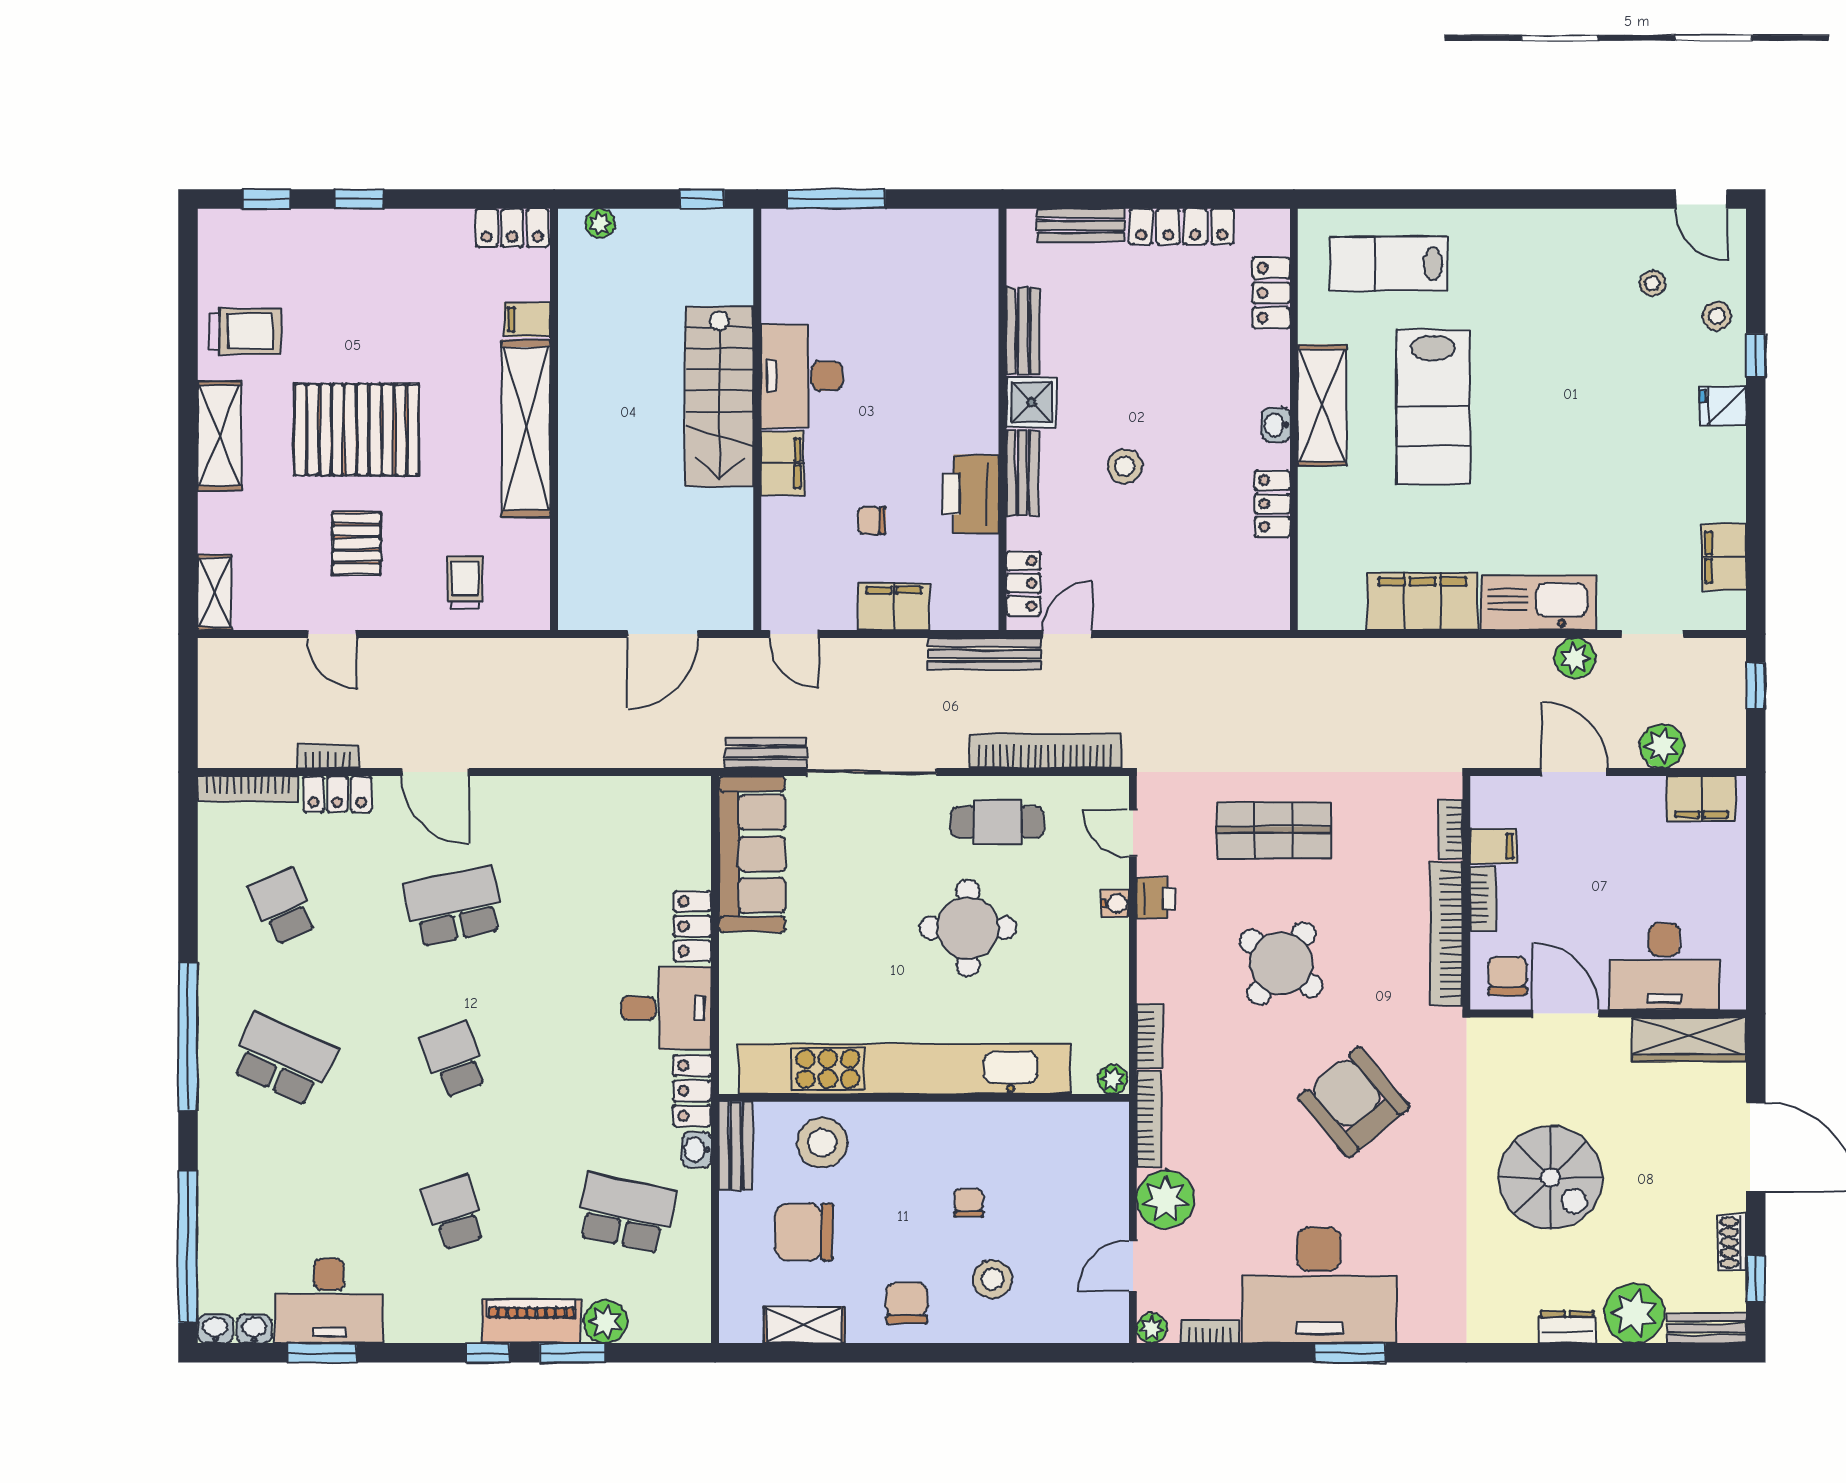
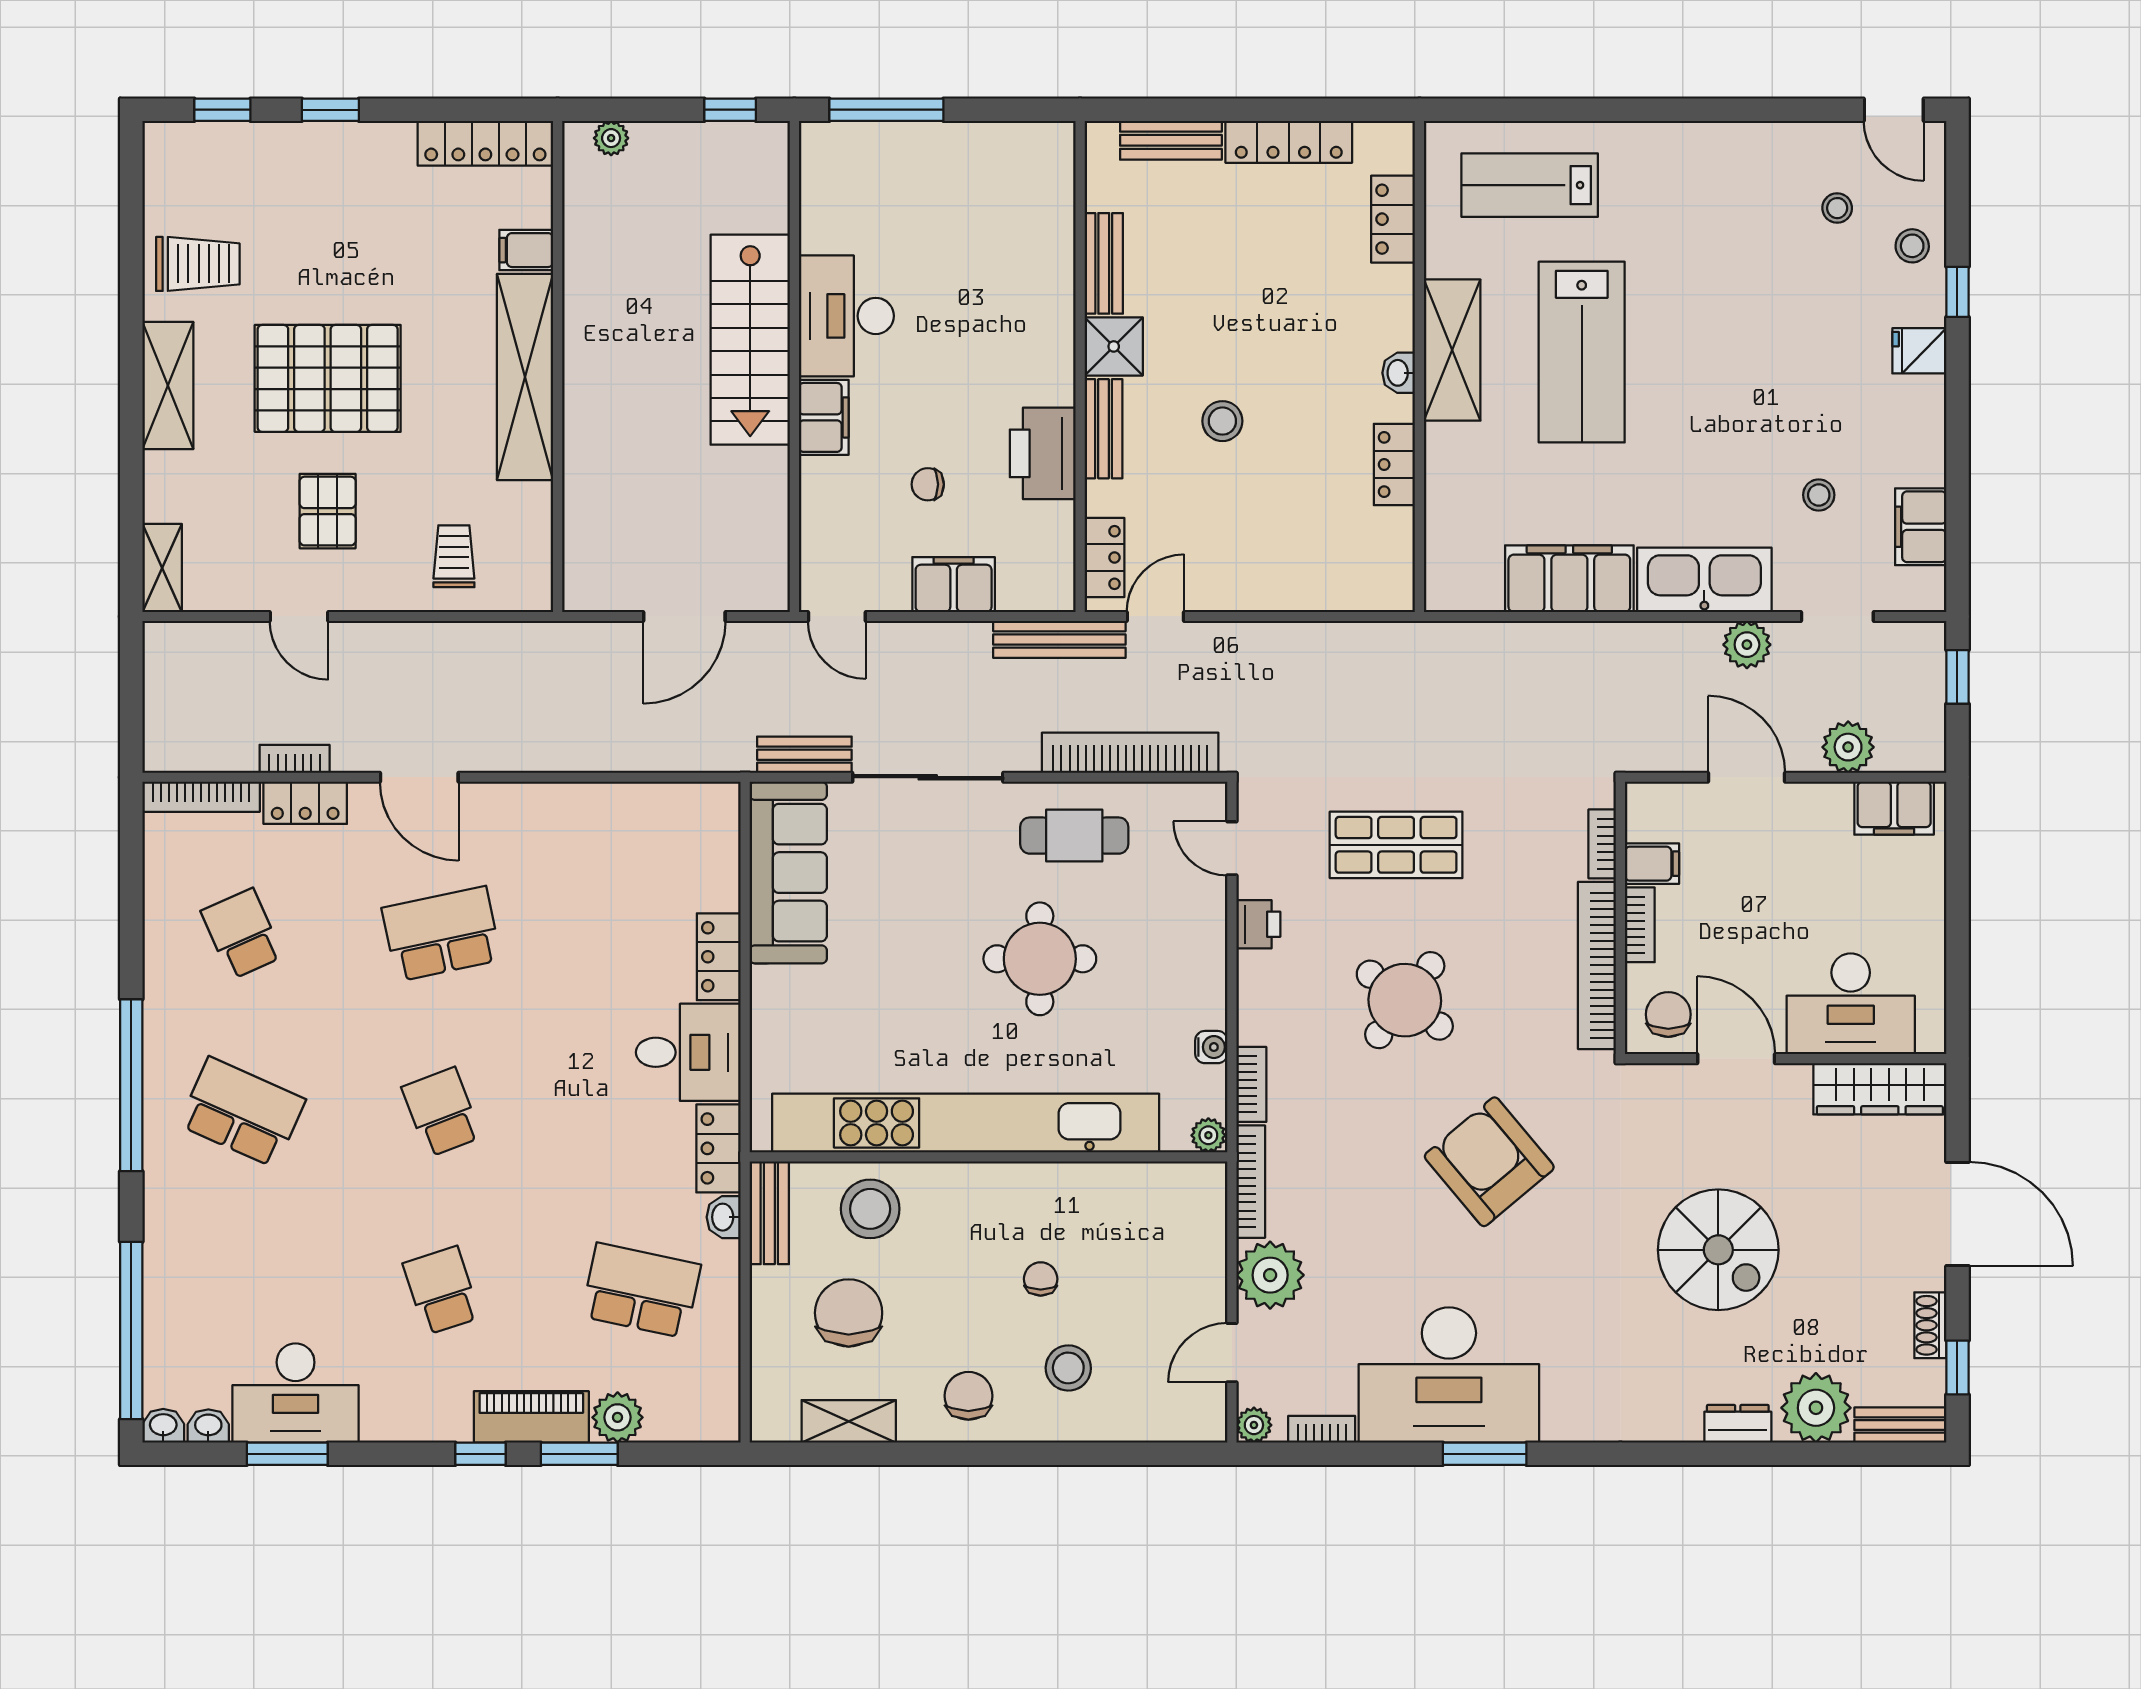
locker: (512, 228) -> (485, 143), width x1.53
stool: (1637, 530) -> (1819, 495), added
water cooler: (1115, 903) -> (1211, 1047), moved
chair: (804, 1232) -> (849, 1313), turned 90

